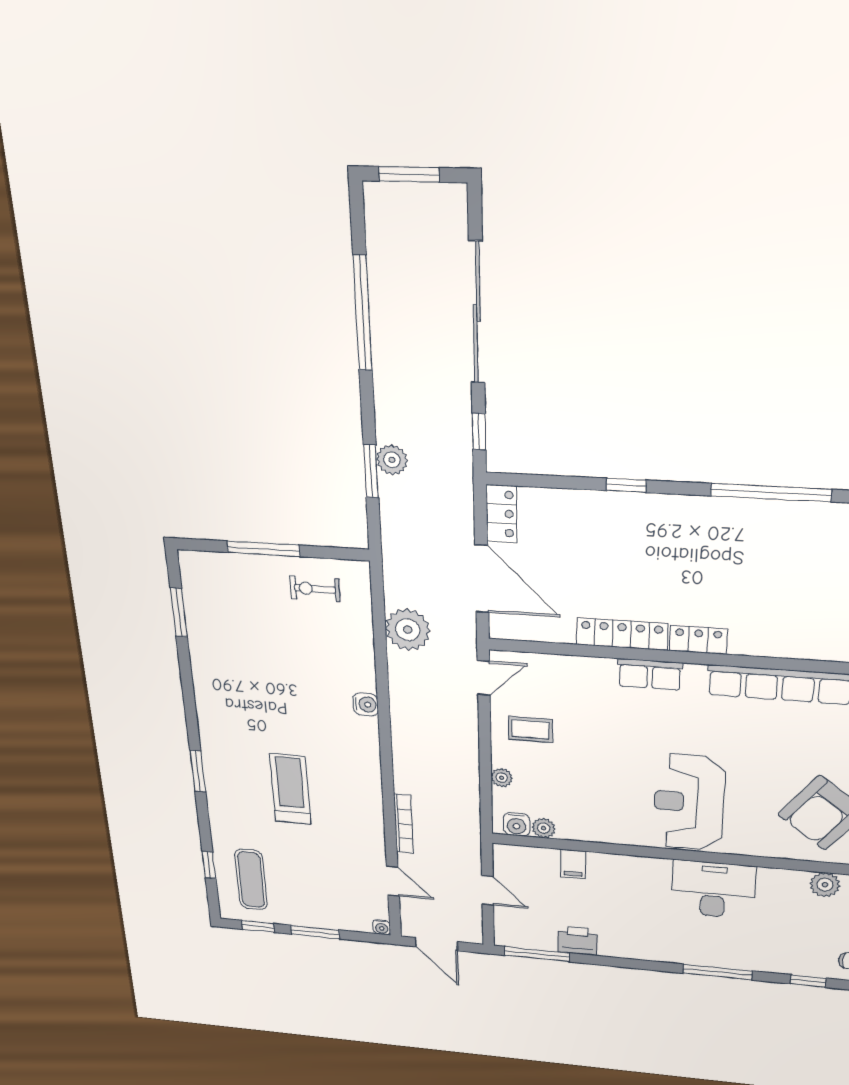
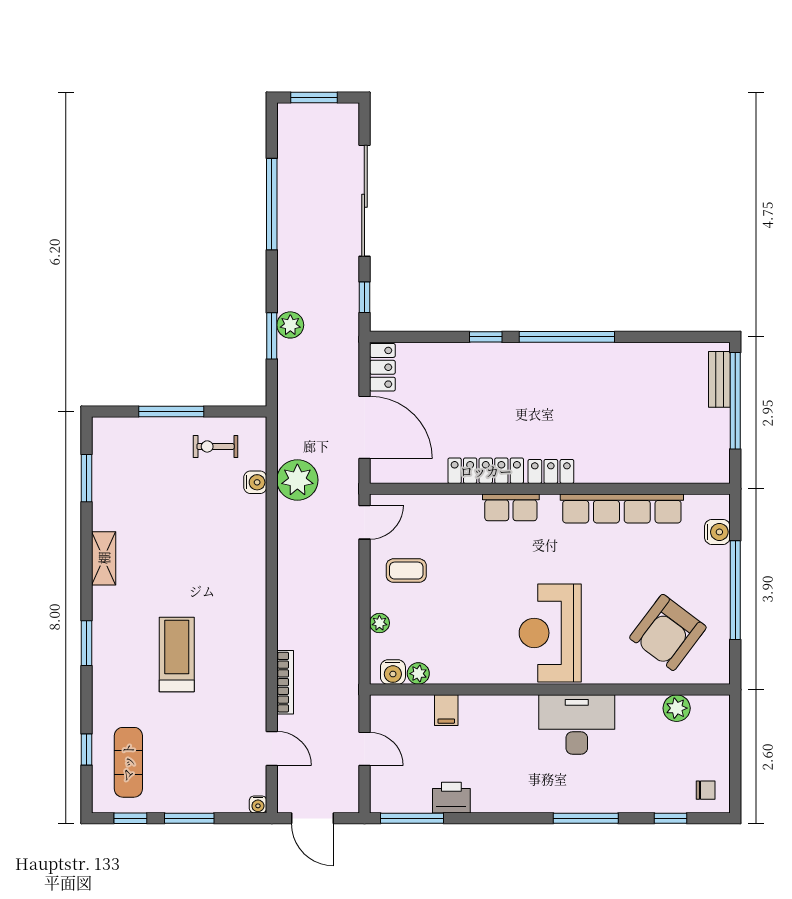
window: (771, 493) -> (567, 337), moved
shelving: (206, 693) -> (104, 558), added
water cooler: (366, 704) -> (255, 482), moved

